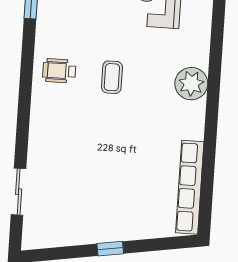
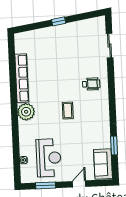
wheelchair: (59, 71) -> (91, 84), moved
row of seats: (190, 187) -> (22, 78), moved

